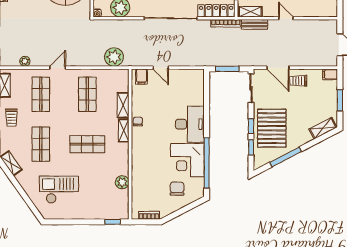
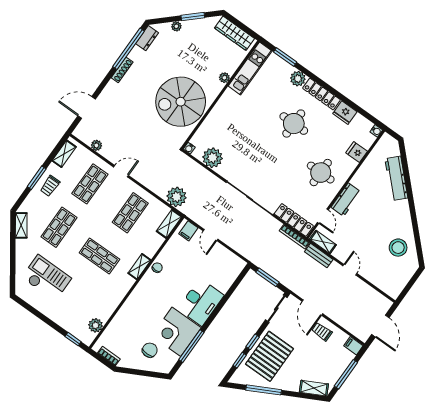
window: (340, 100) -> (346, 374), width x1.44
shelving: (123, 105) -> (169, 224), moved
window: (207, 163) -> (191, 346), width x0.68
plant: (122, 182) -> (96, 325), moved

